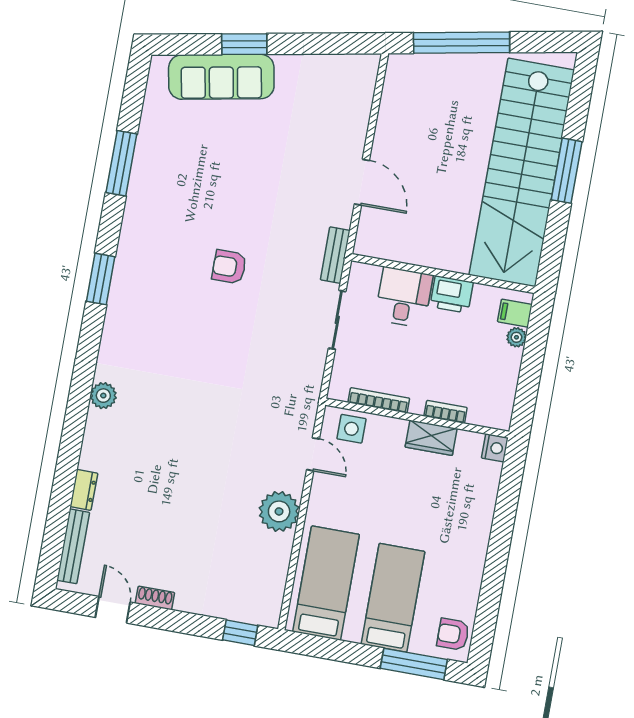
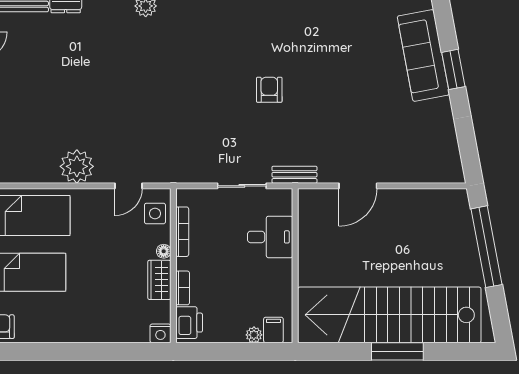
printer: (452, 294) -> (189, 323), moved, turned 180
floor lamp: (398, 426) -> (164, 251), added

